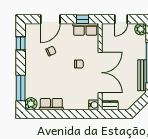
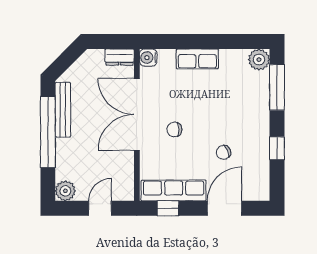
row of seats: (85, 29) -> (174, 191), width x1.48
window: (21, 43) -> (277, 148), moved
row of seats: (51, 104) -> (197, 59), moved

